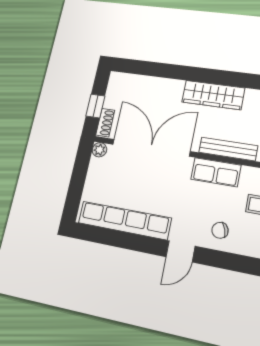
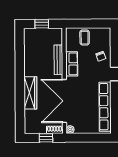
wardrobe: (213, 95) -> (30, 93), moved

